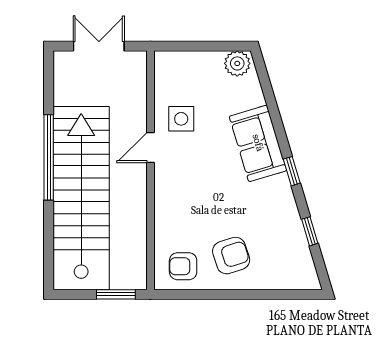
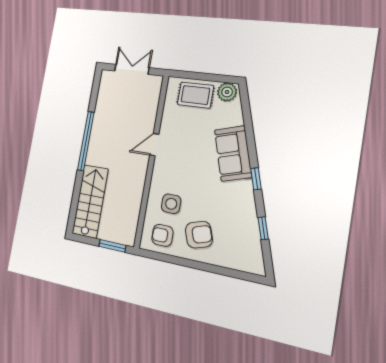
rug: (196, 72) -> (195, 95), added
side table: (181, 119) -> (171, 204), moved
stairs: (81, 198) -> (90, 201), width x0.54, depth x0.66

